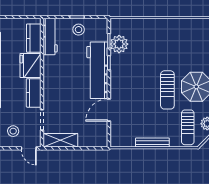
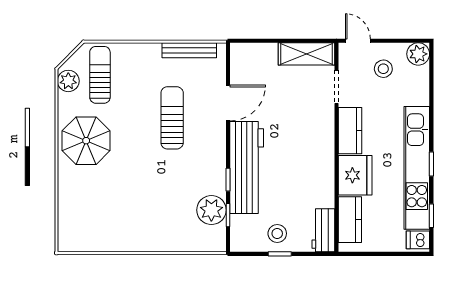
workbench: (50, 37) -> (323, 230), width x0.73
sun lounger: (167, 90) -> (172, 118), moved
bench: (152, 142) -> (189, 50), moved

